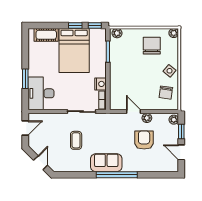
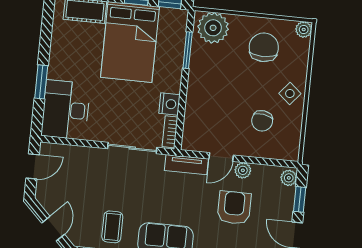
plant: (117, 33) -> (213, 28), width x1.88, depth x1.88
chair: (166, 93) -> (262, 121), moved
door: (134, 112) -> (221, 157), swing flipped
tv unit: (114, 118) -> (186, 165), added
coffee table: (76, 140) -> (112, 227), moved

